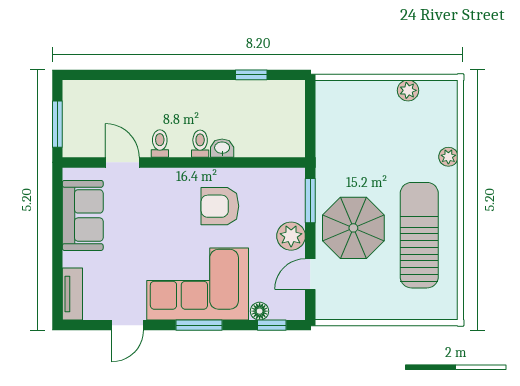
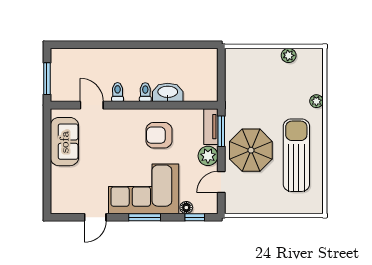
window: (251, 75) -> (181, 45), removed
washbasin: (222, 148) -> (168, 92), width x1.91, depth x1.45
tv unit: (72, 294) -> (211, 127), moved, turned 180

